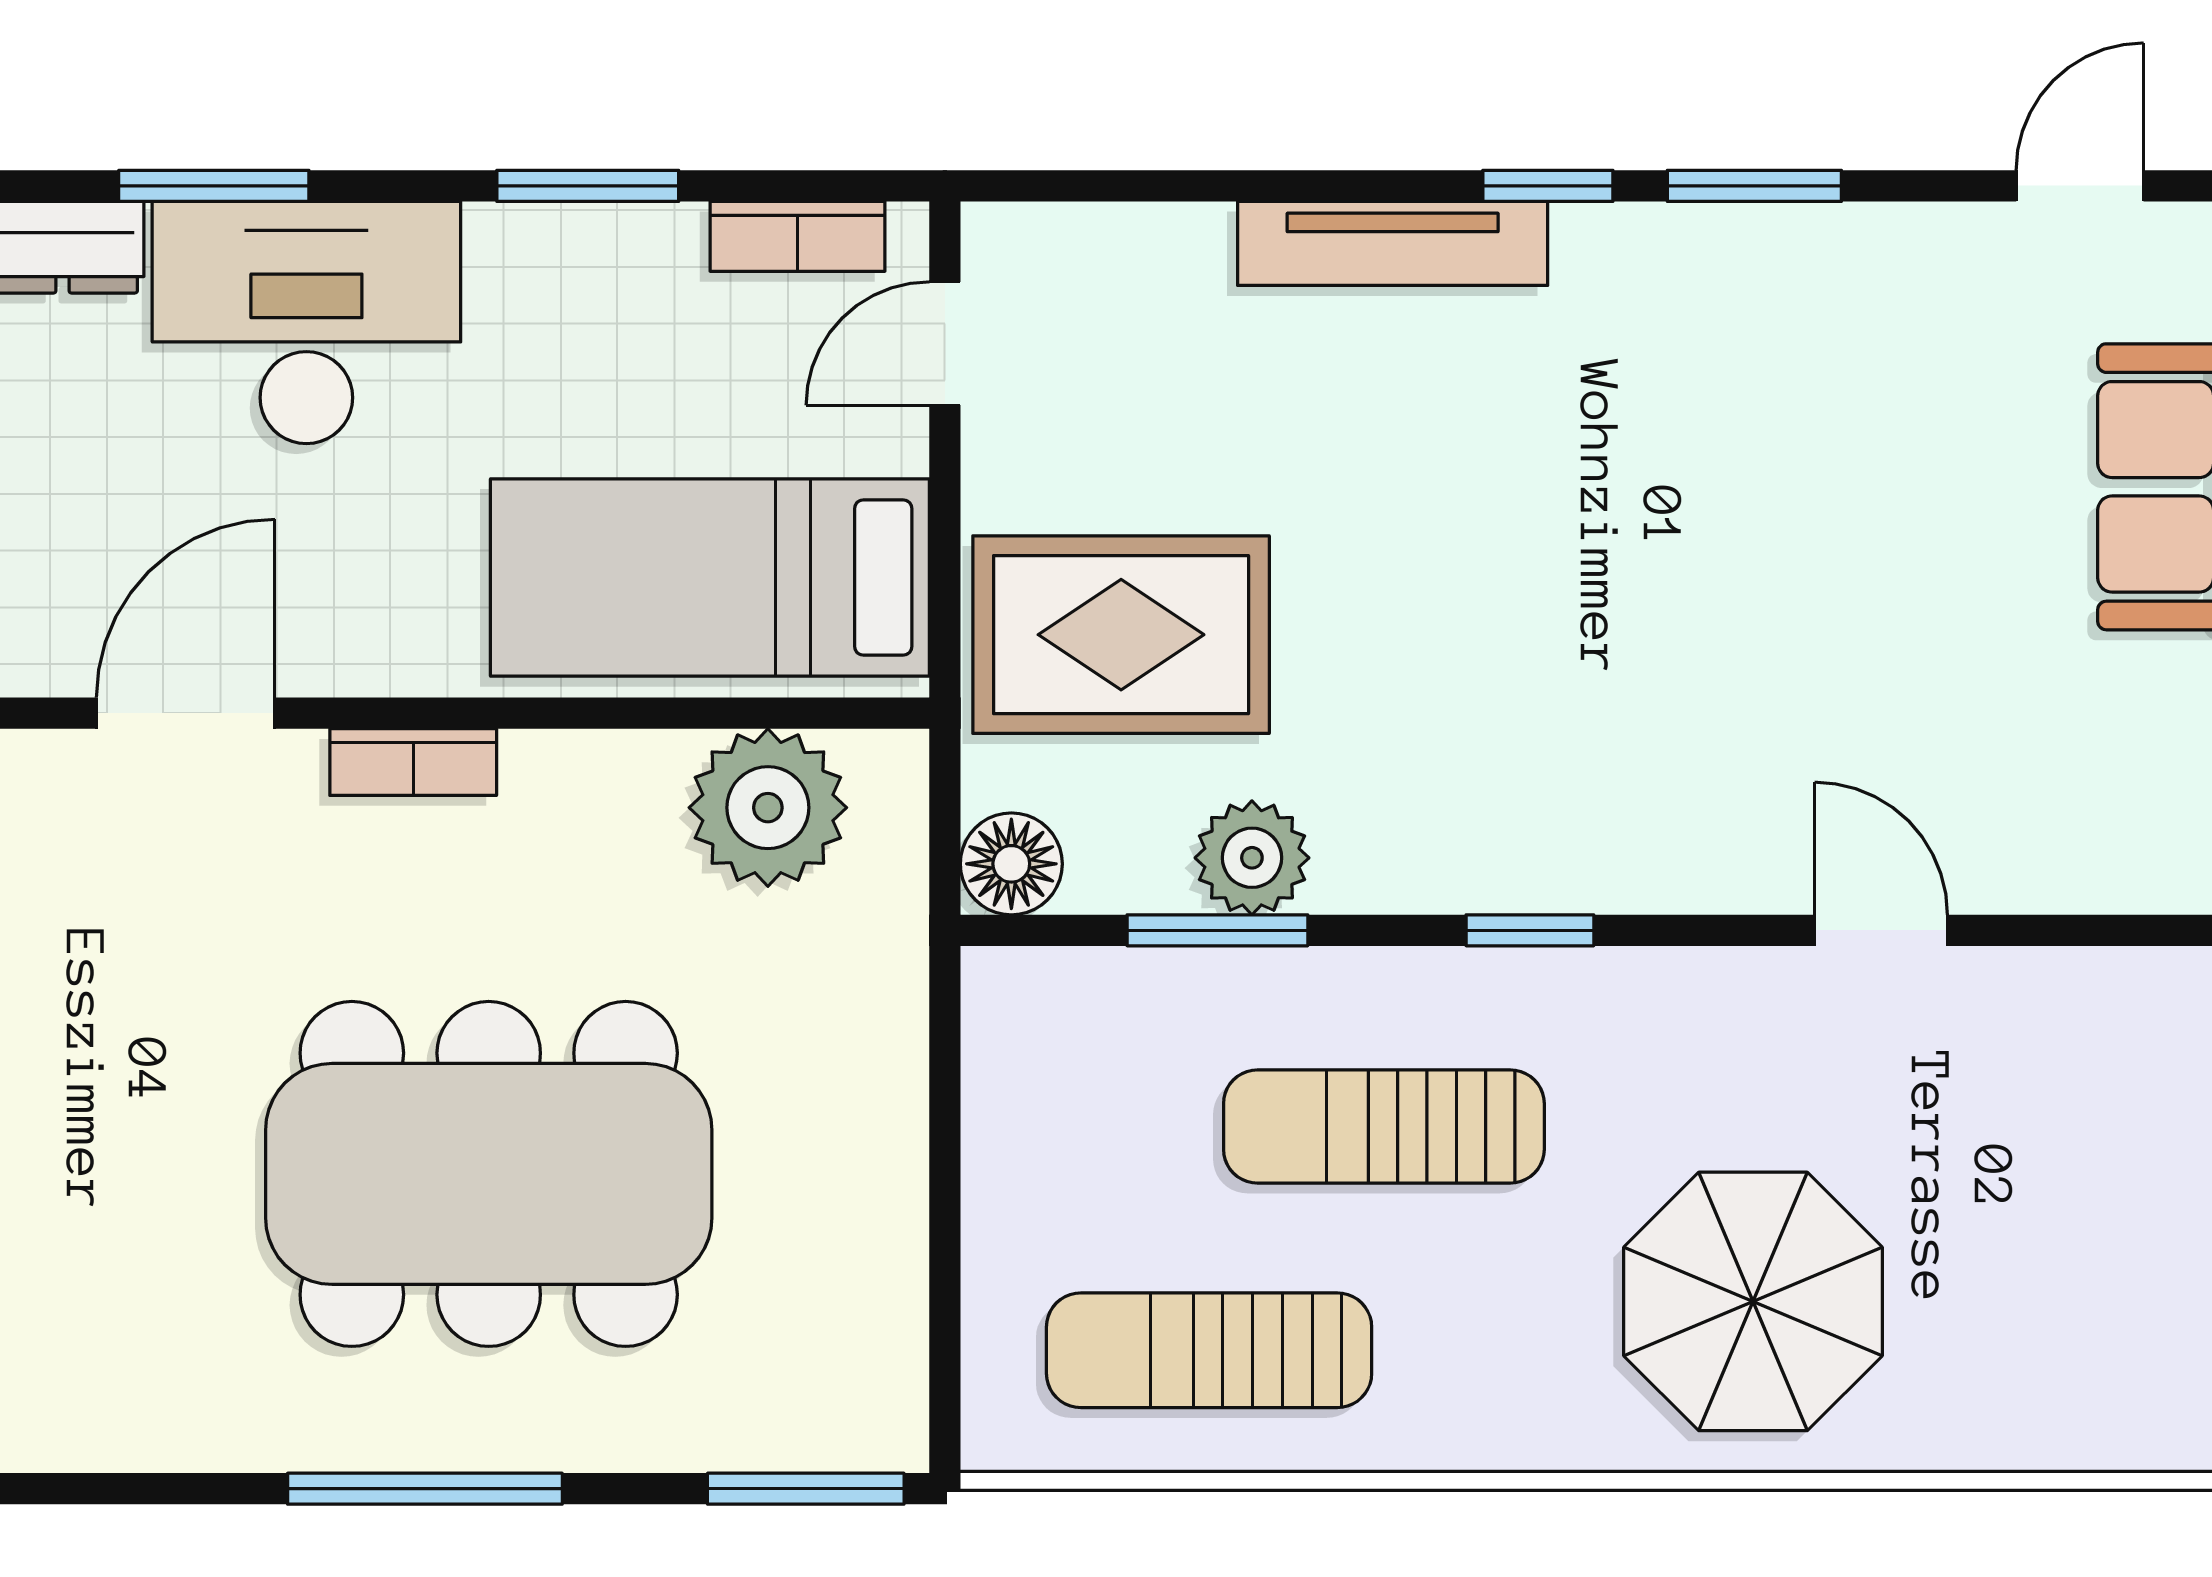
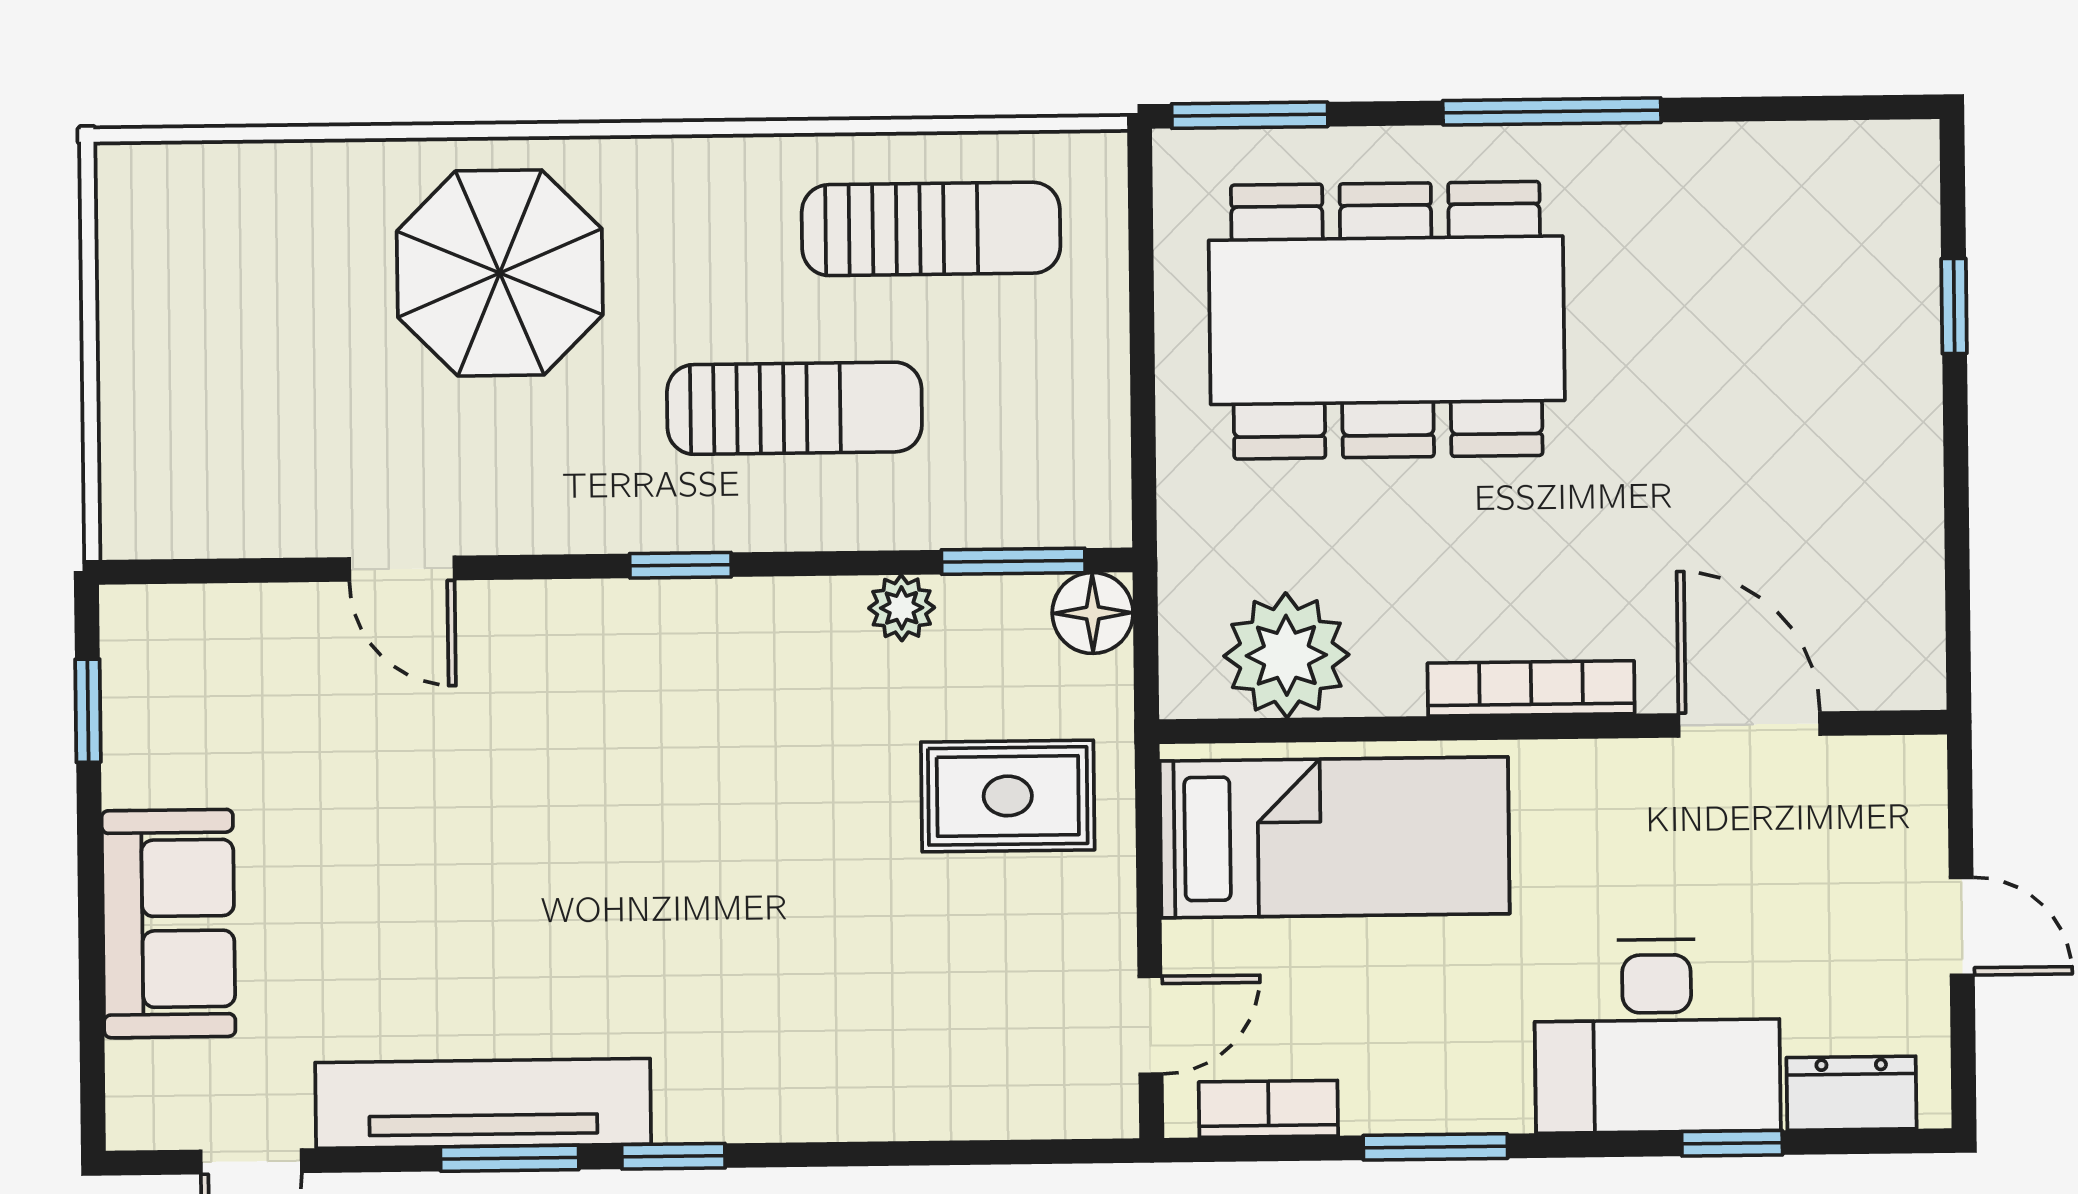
window: (214, 186) -> (1732, 1143), width x0.67
tv unit: (1393, 243) -> (483, 1103), moved, width x1.36, depth x1.29
rug: (1121, 635) -> (1008, 796), width x0.73, depth x0.70
door: (186, 713) -> (1749, 725), swing flipped
bookcase: (413, 762) -> (1531, 688), width x1.56
plant: (1252, 858) -> (902, 608), width x0.73, depth x0.73
window: (1217, 930) -> (1013, 561), moved
dining table: (489, 1174) -> (1387, 320), moved

